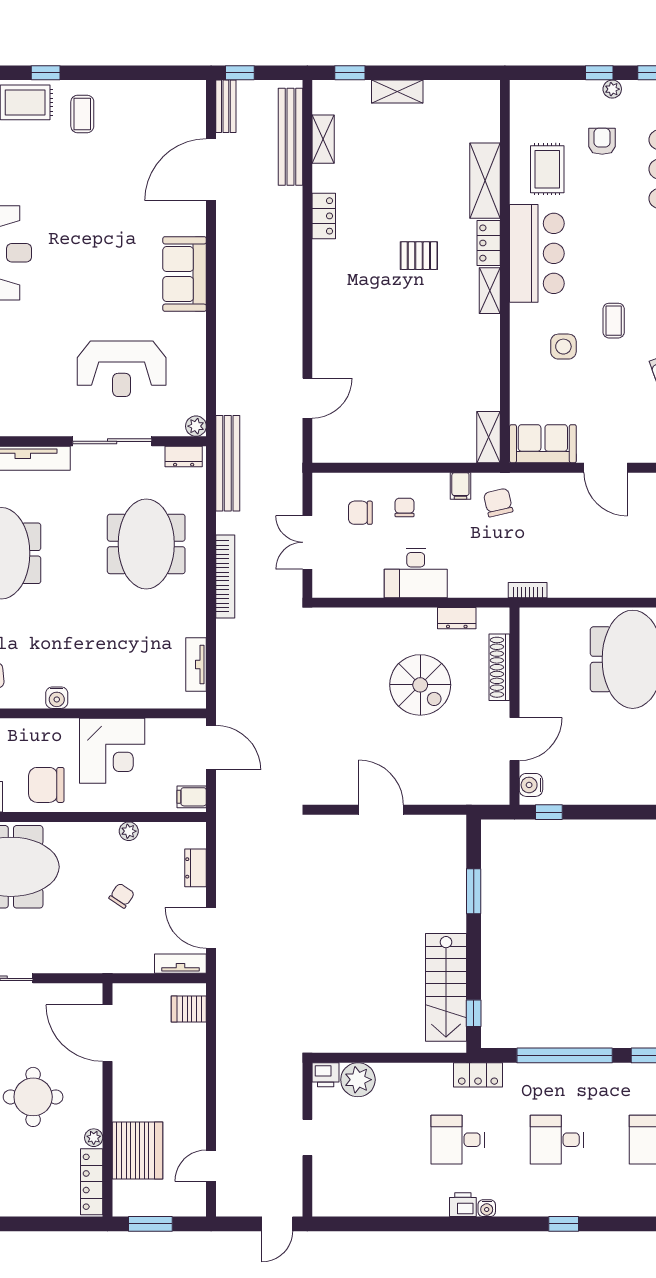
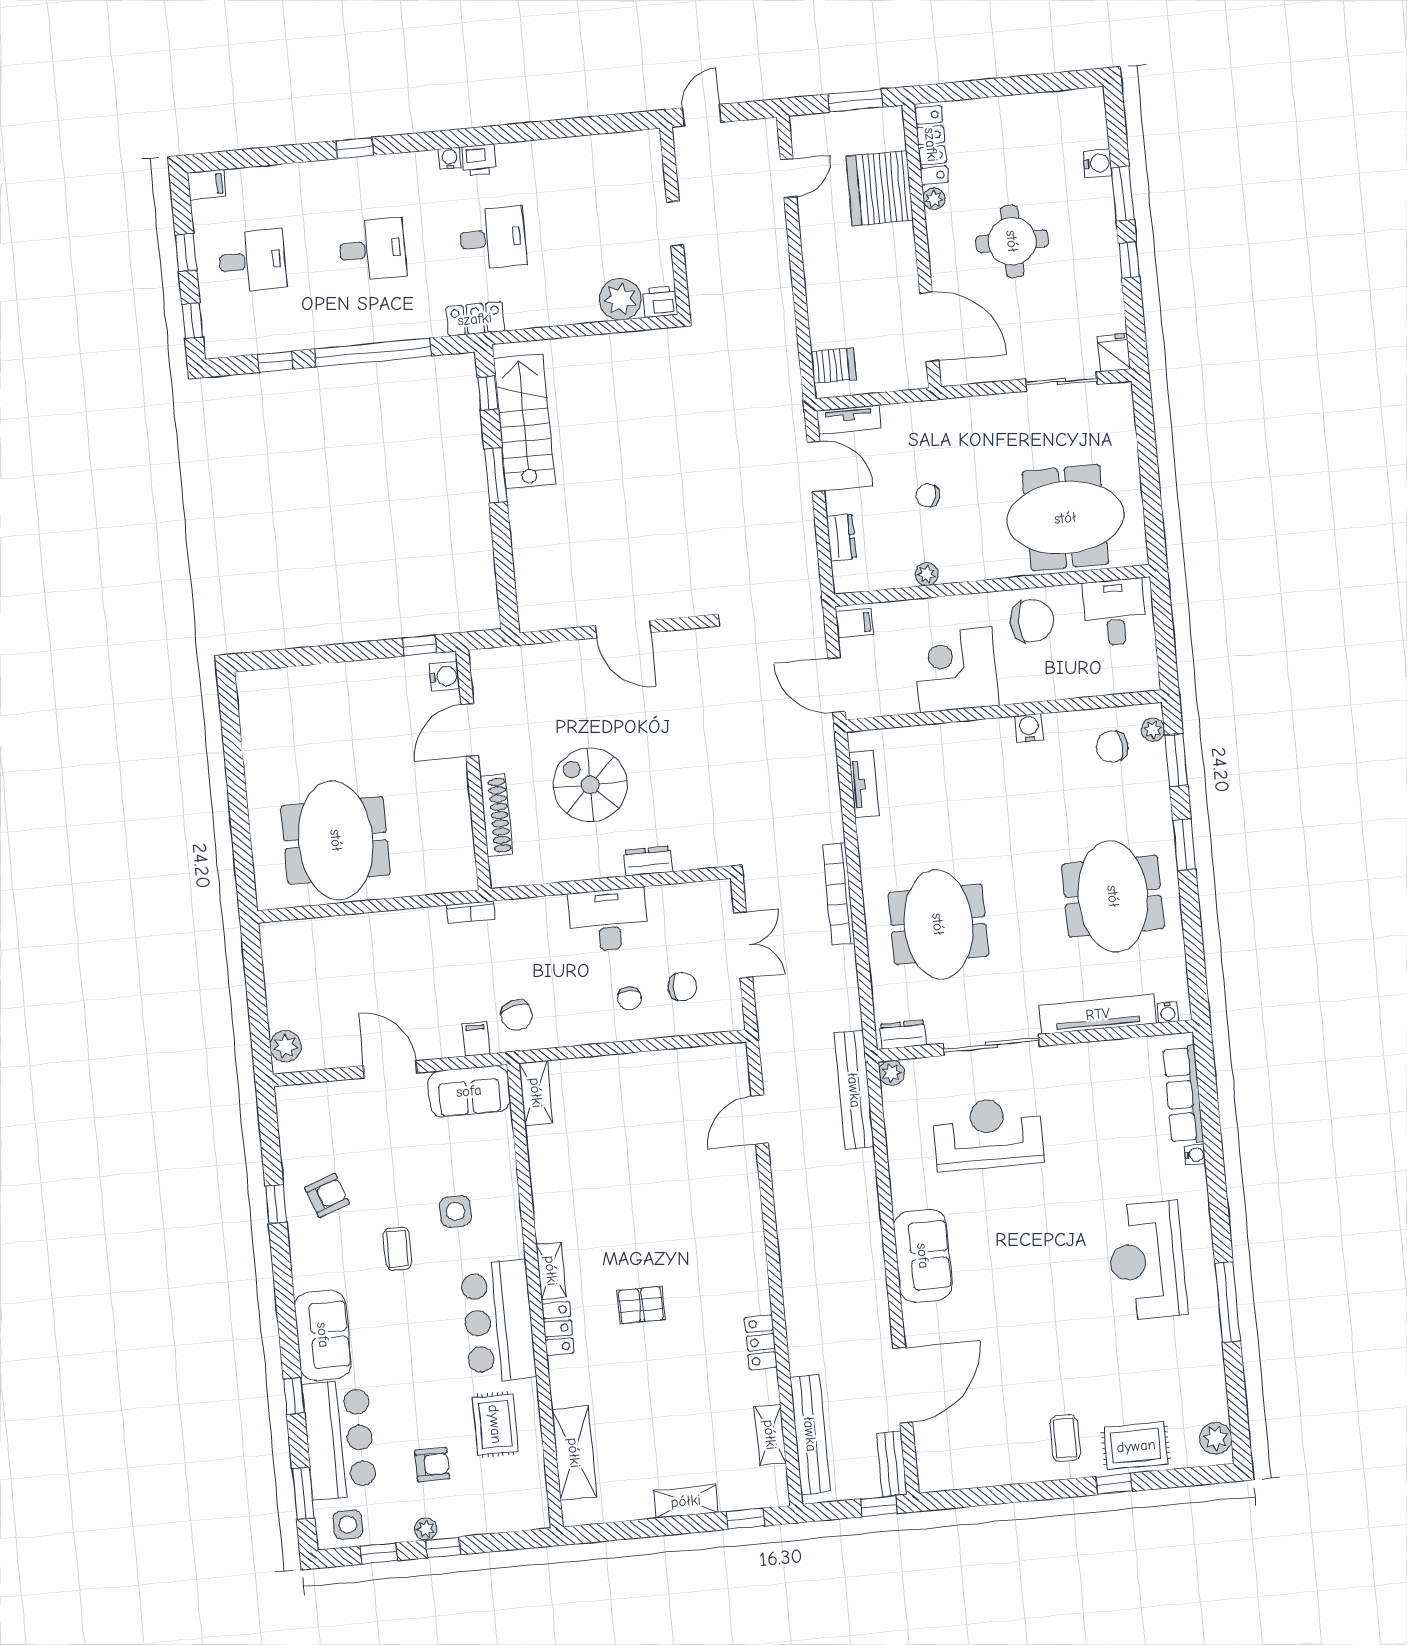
armchair: (602, 141) -> (432, 1465), turned -90
shelving: (485, 181) -> (574, 1453), moved
bench: (228, 463) -> (854, 1090), moved
filing cabinet: (460, 486) -> (476, 1039), moved
dresser: (457, 618) -> (648, 861), moved
window: (474, 891) -> (496, 475), moved
chair: (122, 896) -> (928, 495), turned 73

